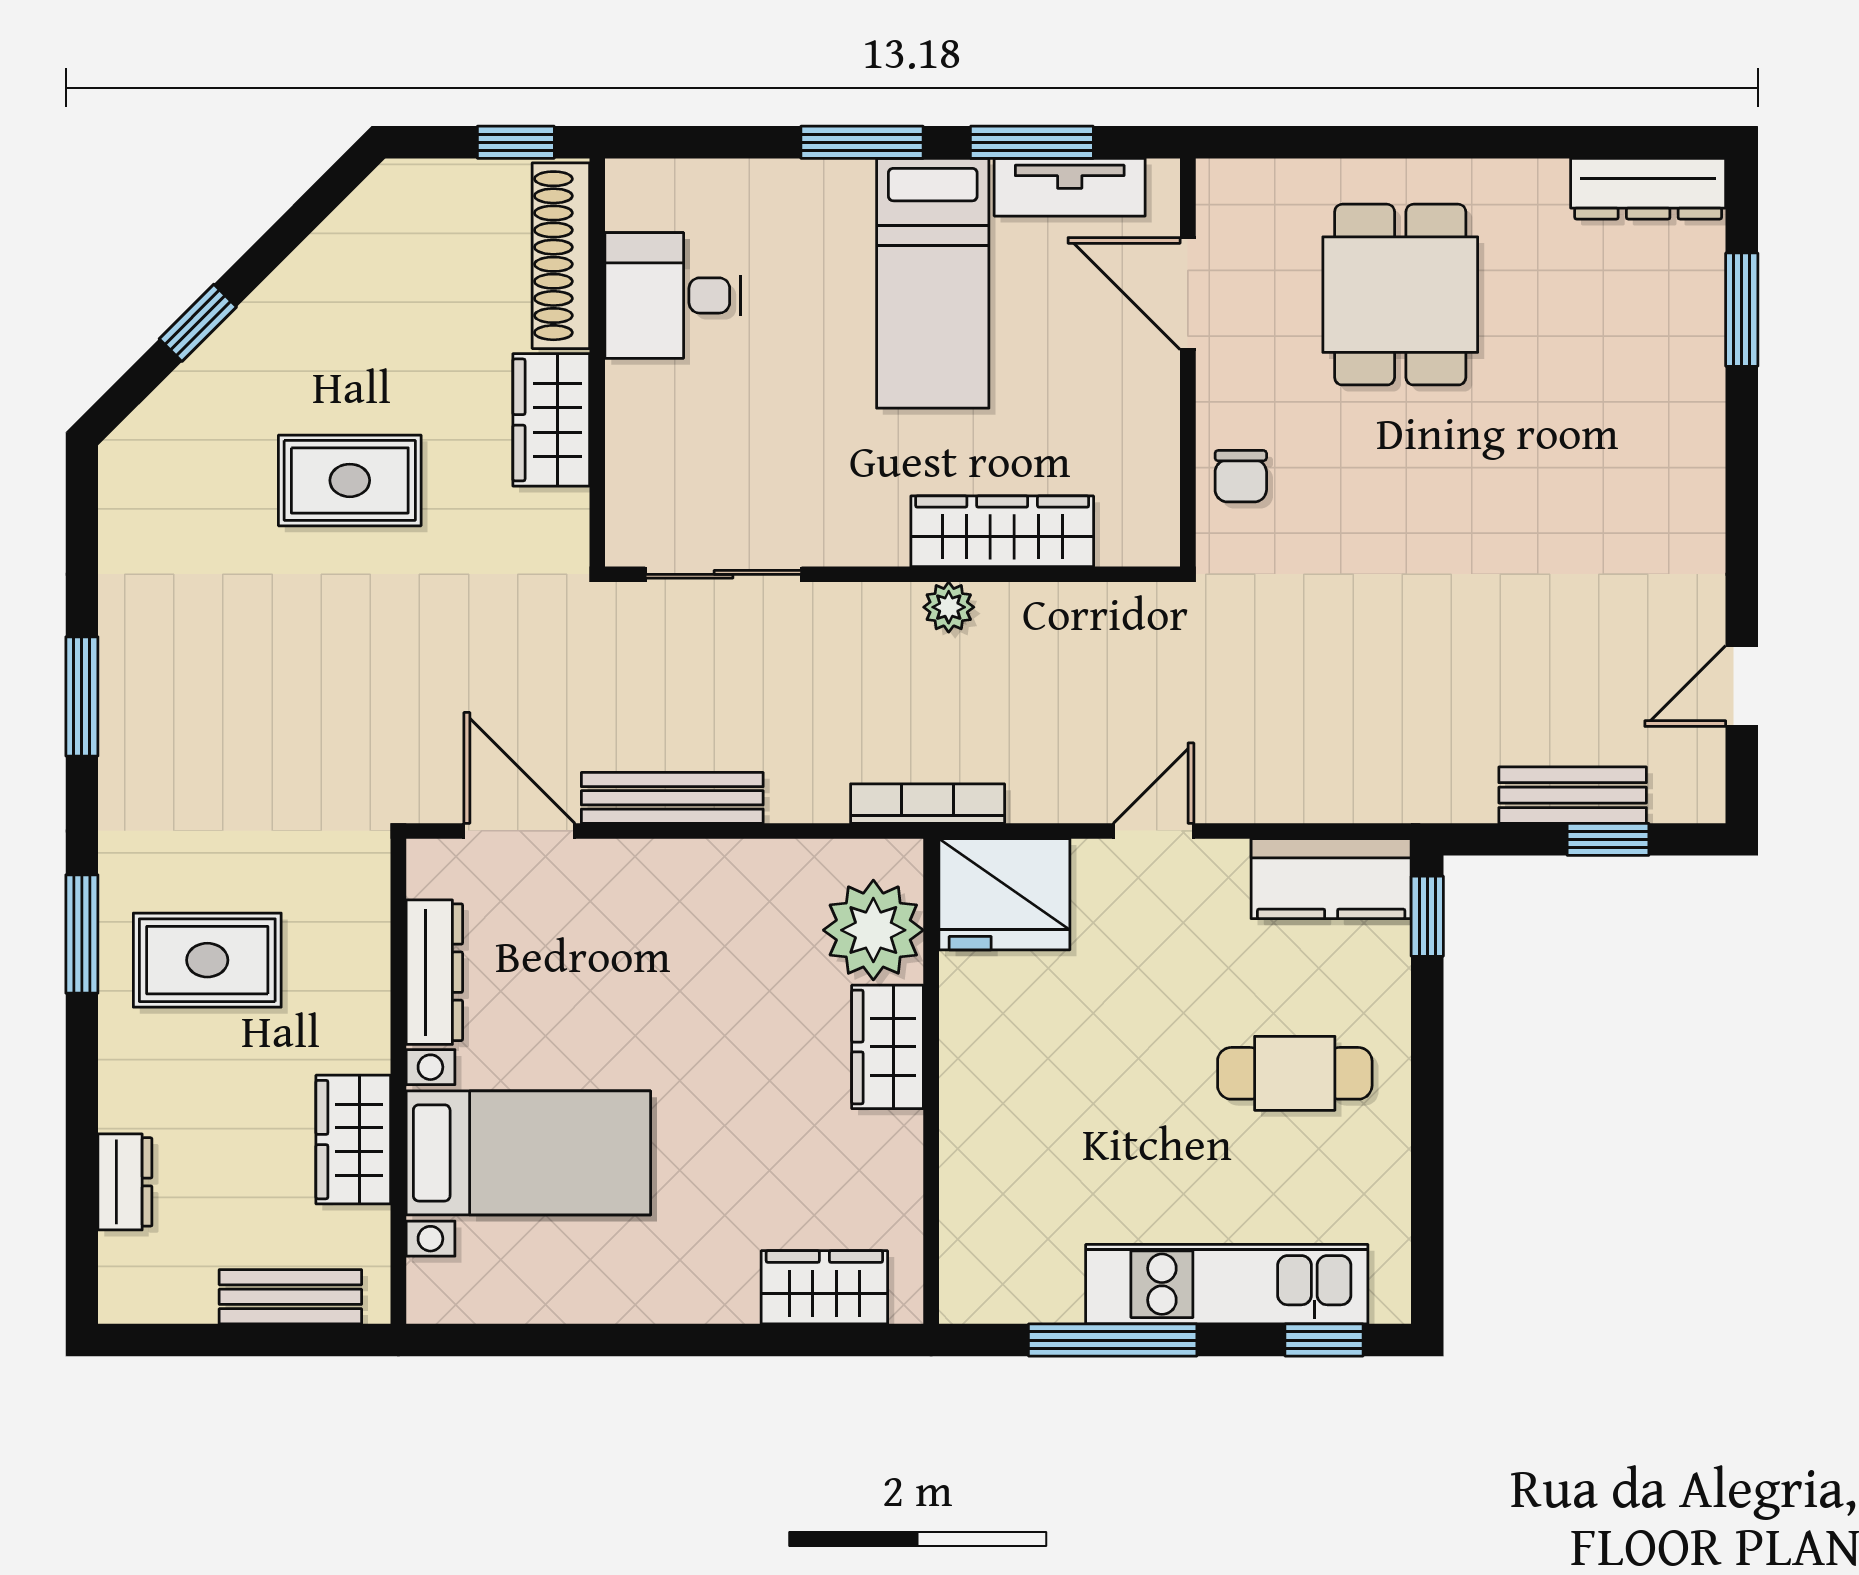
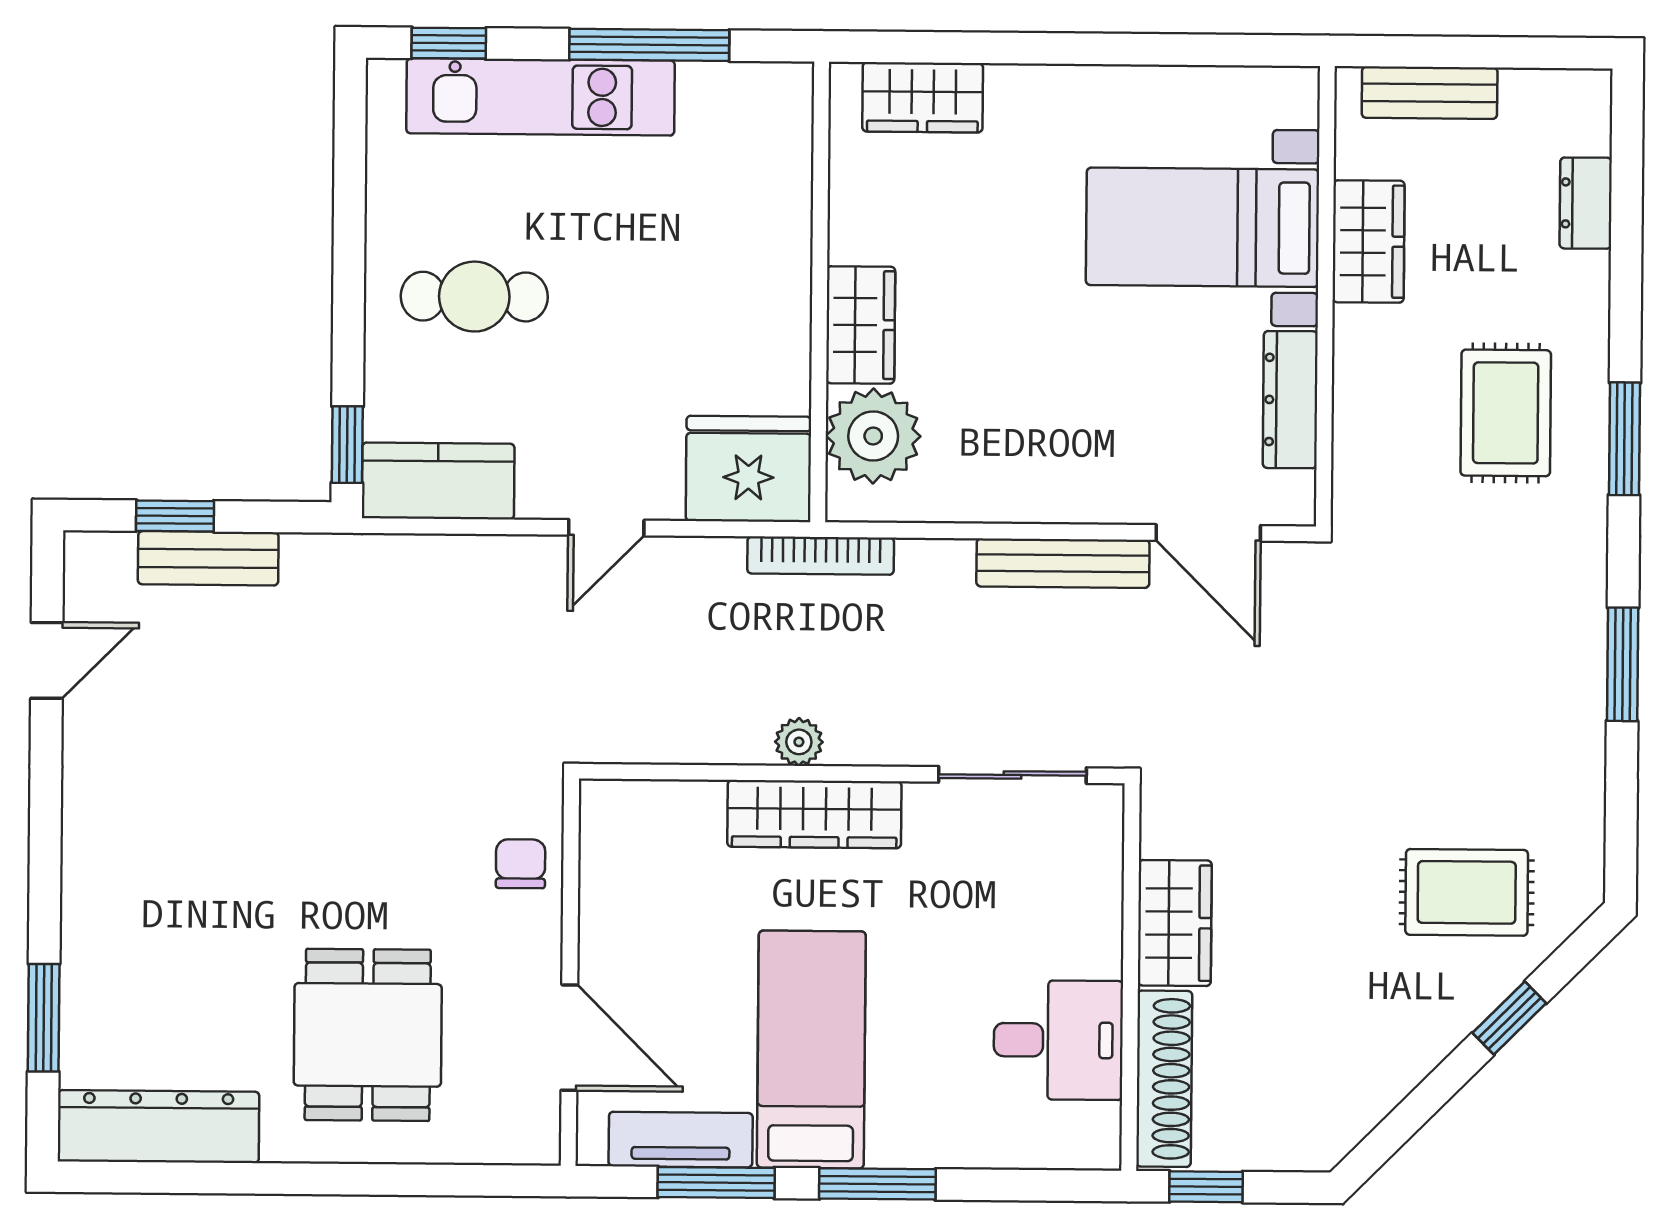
dresser: (1648, 189) -> (158, 1127), width x1.37, depth x1.24
rug: (350, 480) -> (1467, 892), moved
wardrobe: (1002, 531) -> (814, 814), moved
rug: (207, 960) -> (1506, 413), turned 90

